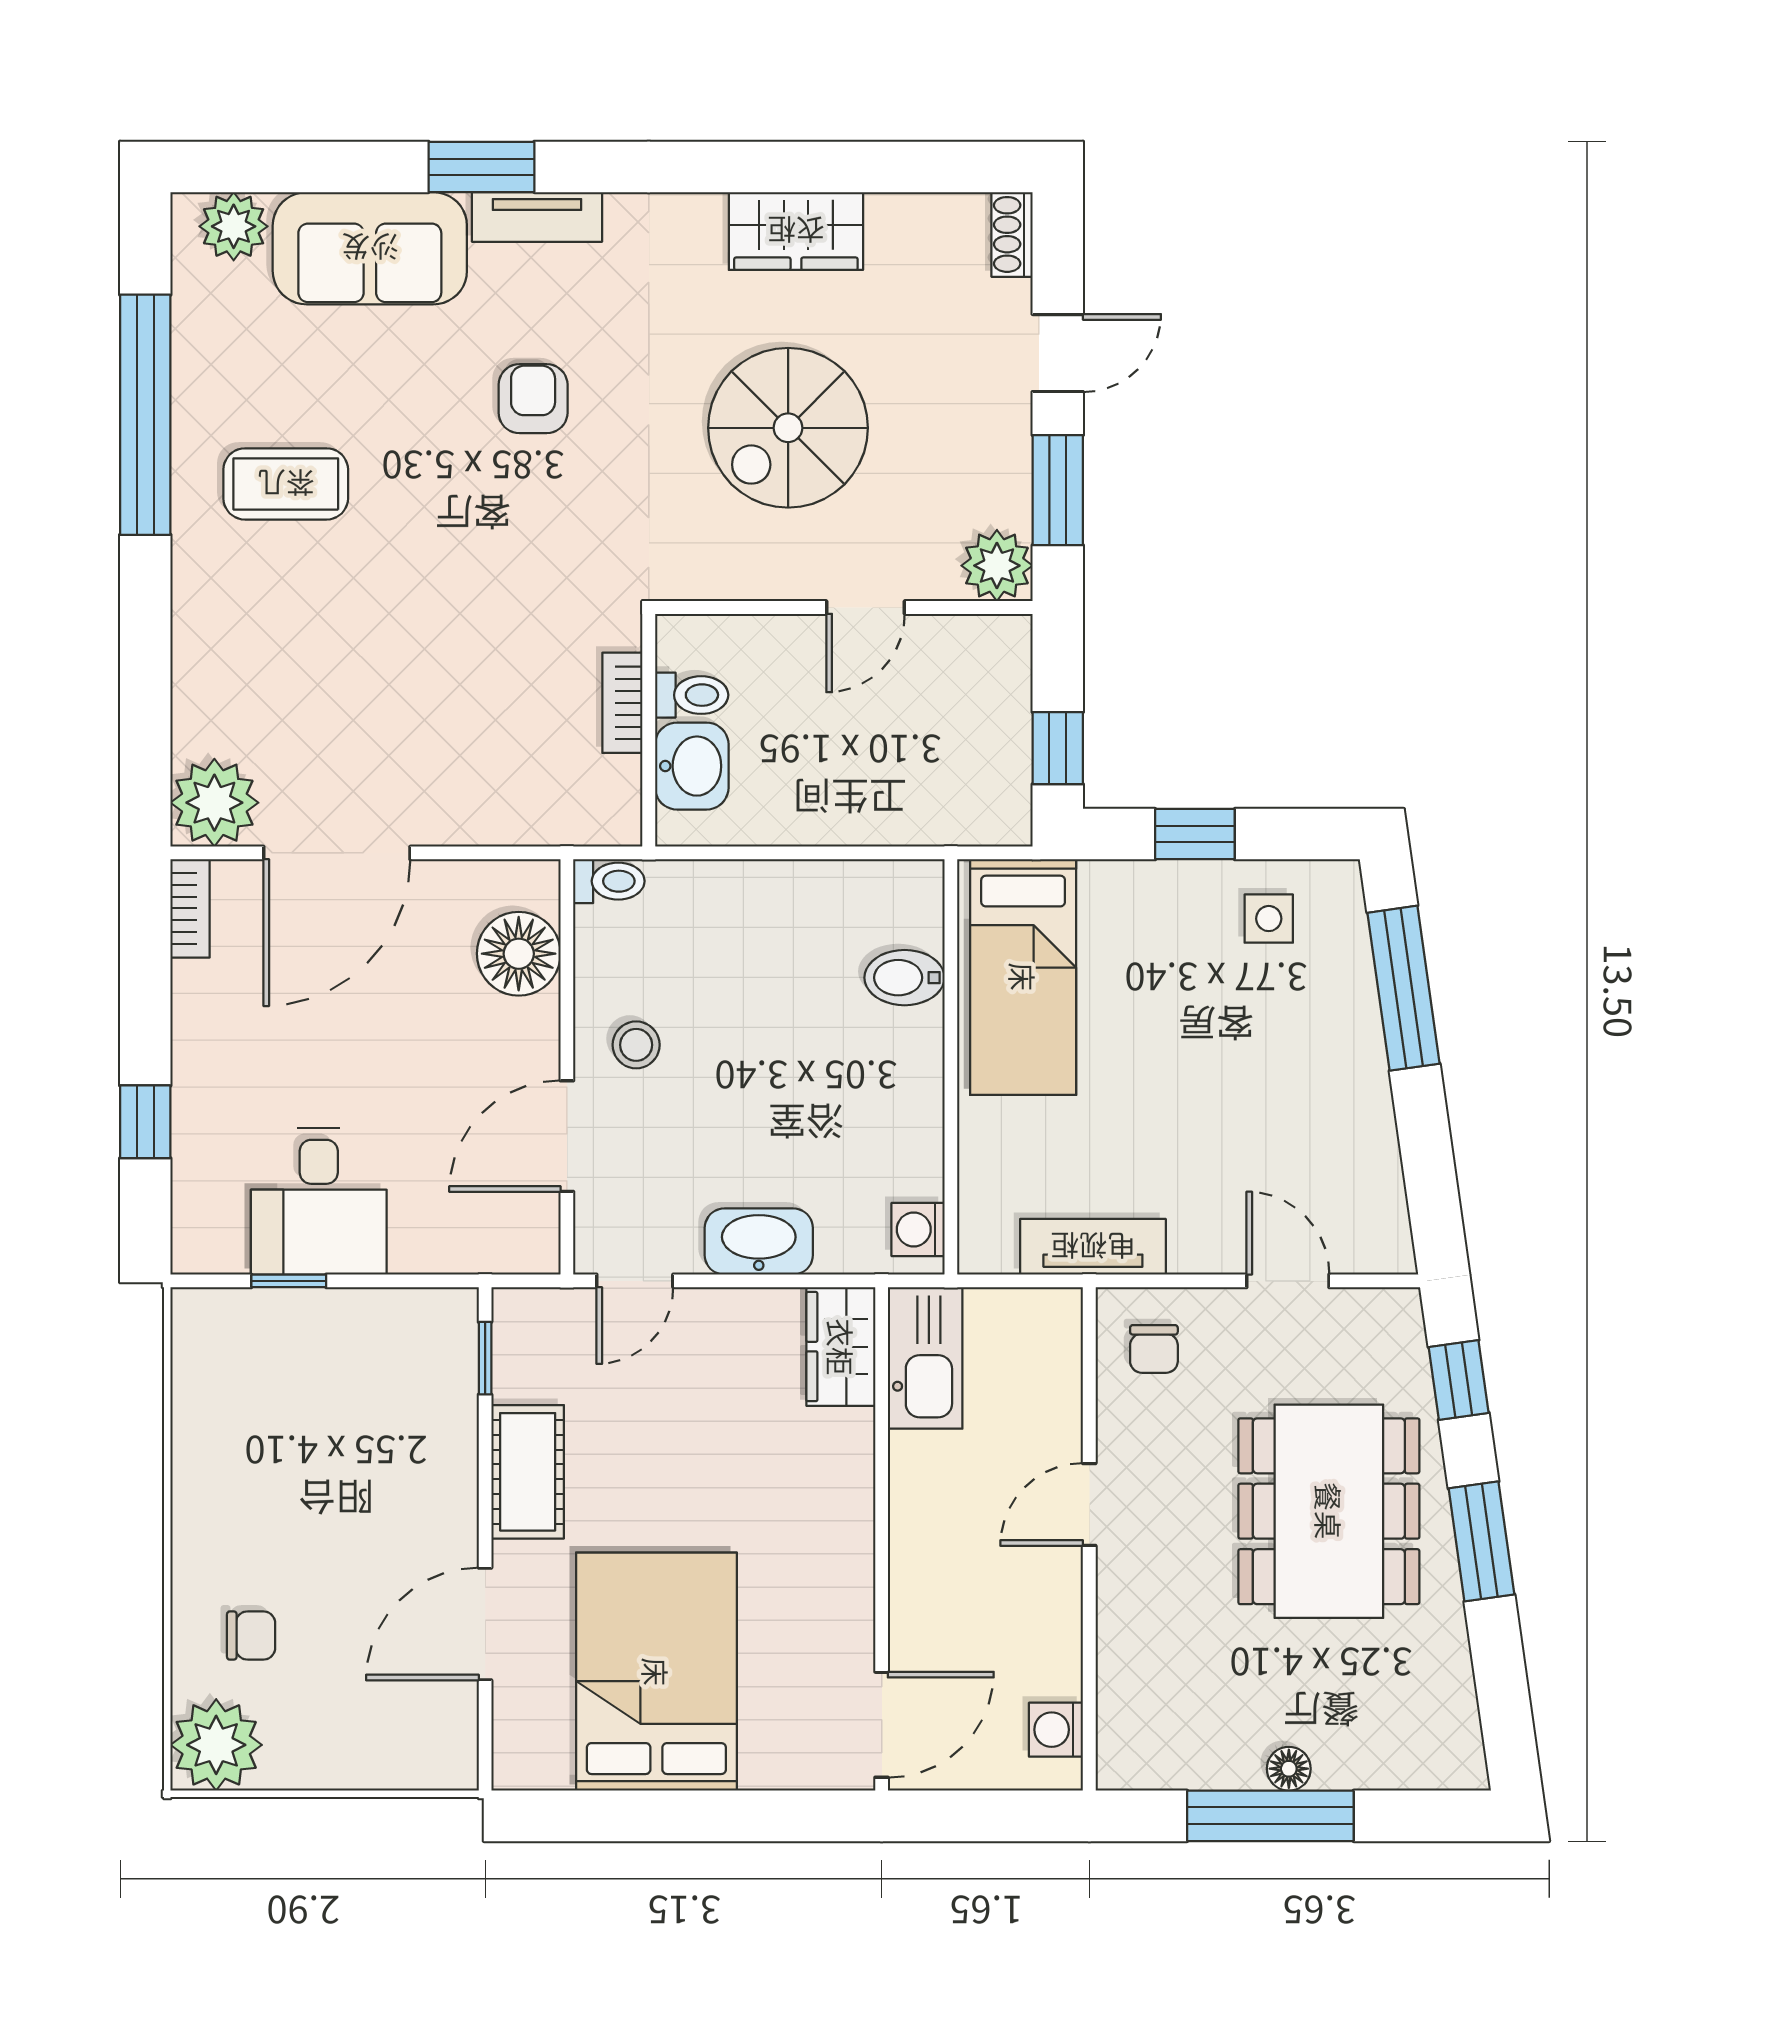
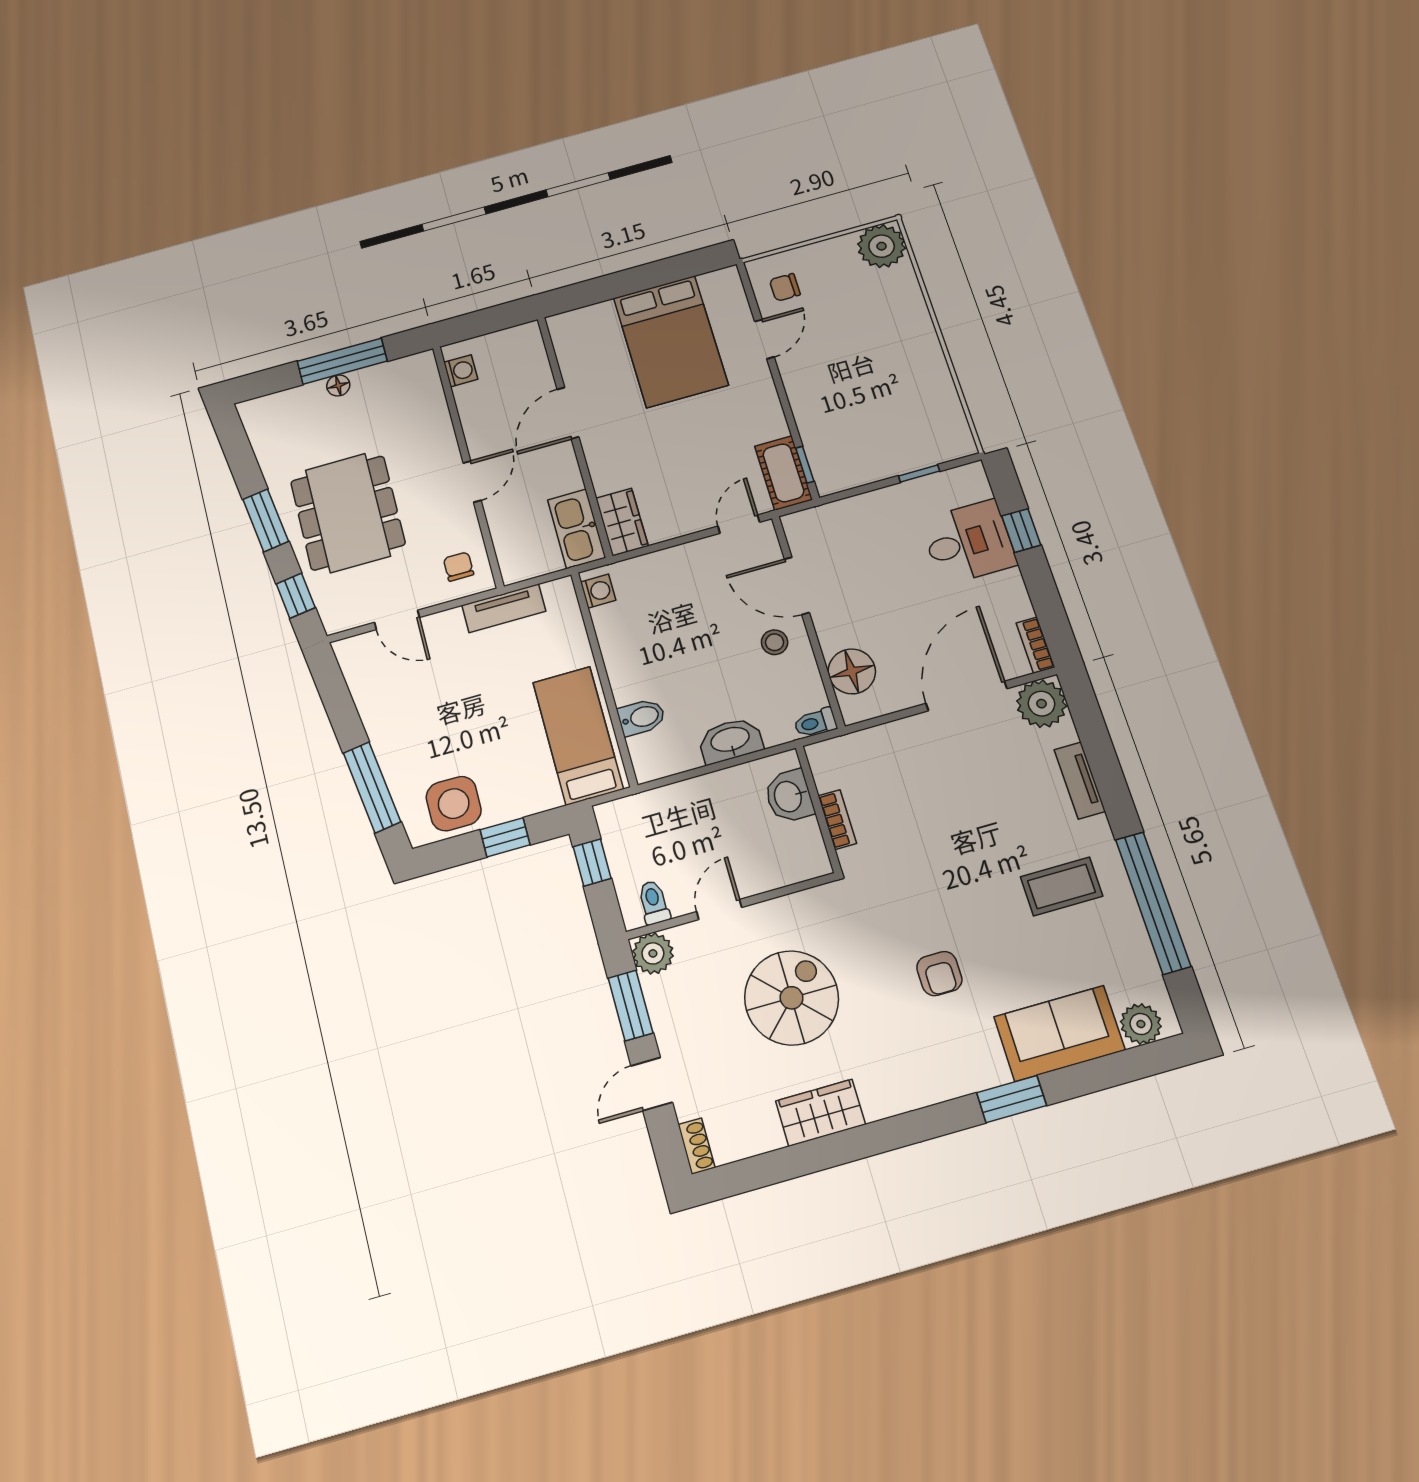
tv unit: (537, 217) -> (1080, 780), moved, turned -90
toilet: (692, 695) -> (654, 902), moved, turned 90
side table: (1269, 919) -> (454, 804), width x1.87, depth x1.87
door: (567, 1136) -> (797, 586), swing flipped
desk: (319, 1201) -> (968, 542), moved, turned 90
washbasin: (759, 1242) -> (730, 740), moved, turned 180
cot: (528, 1472) -> (783, 473), moved
door: (485, 1624) -> (764, 339), width x0.73
chair: (251, 1636) -> (785, 287), moved
door: (882, 1725) -> (568, 413), moved

